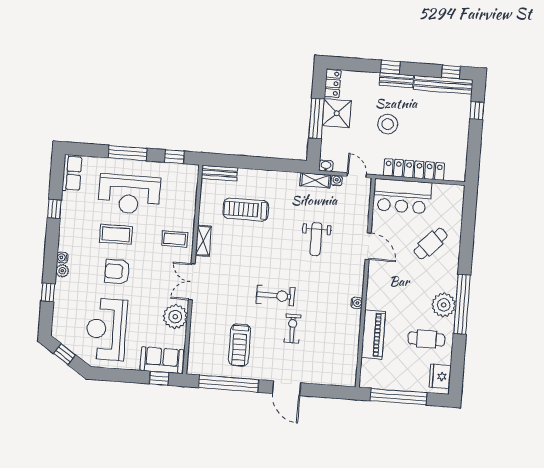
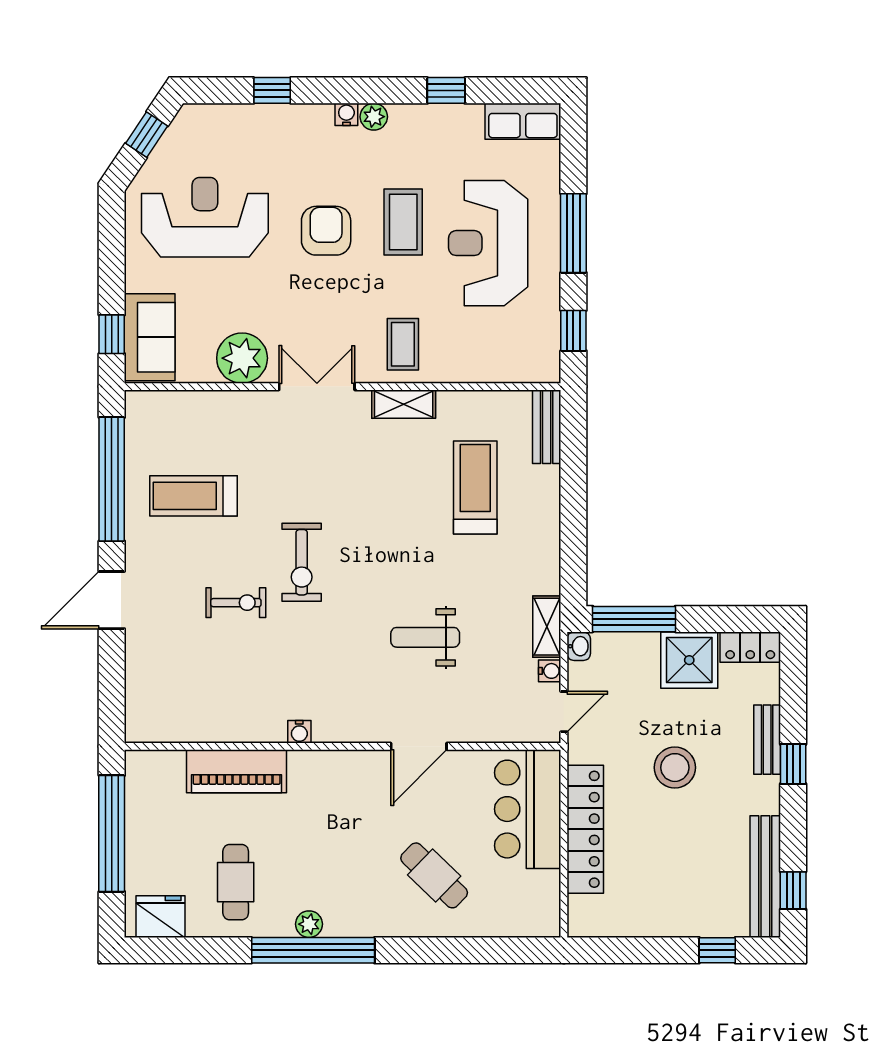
bench: (396, 80) -> (767, 740), moved
window: (316, 118) -> (634, 619), moved
plant: (62, 271) -> (374, 117), moved
plant: (444, 305) -> (309, 924), width x0.53, depth x0.53

